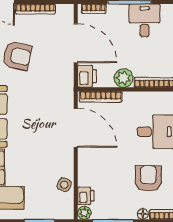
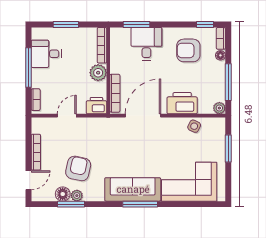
door: (76, 43) -> (67, 116), width x0.53
printer: (86, 196) -> (182, 103), moved, width x1.87, depth x1.48

